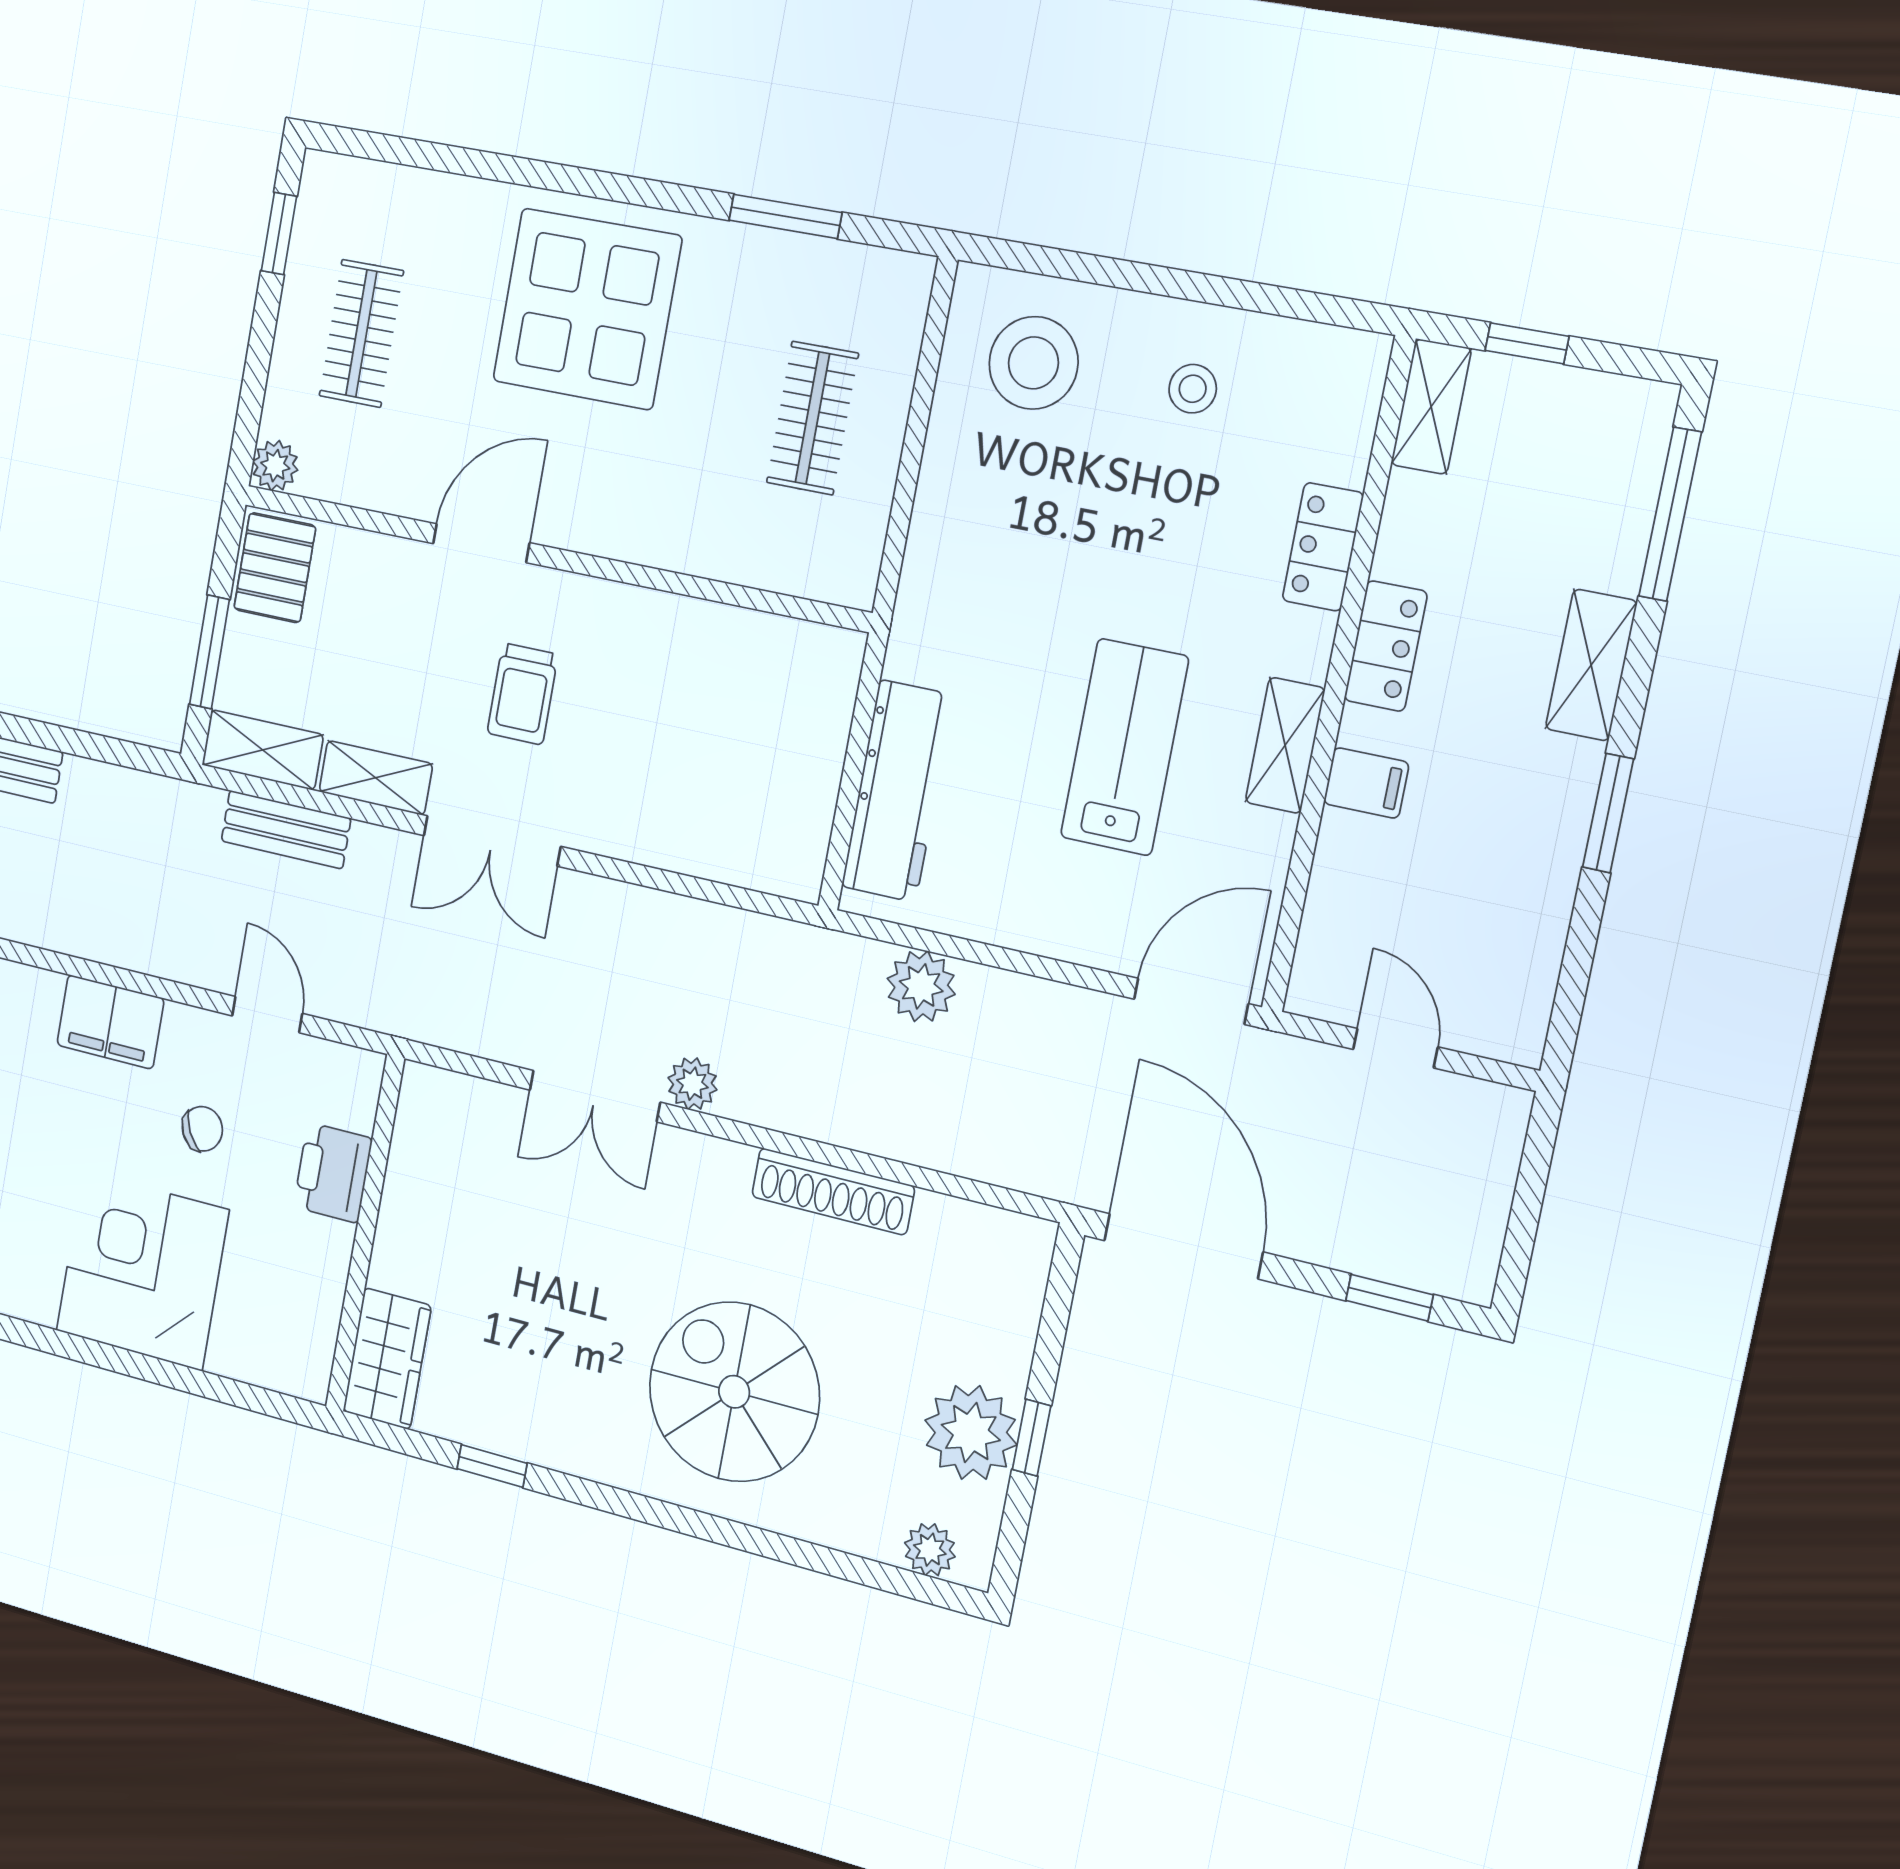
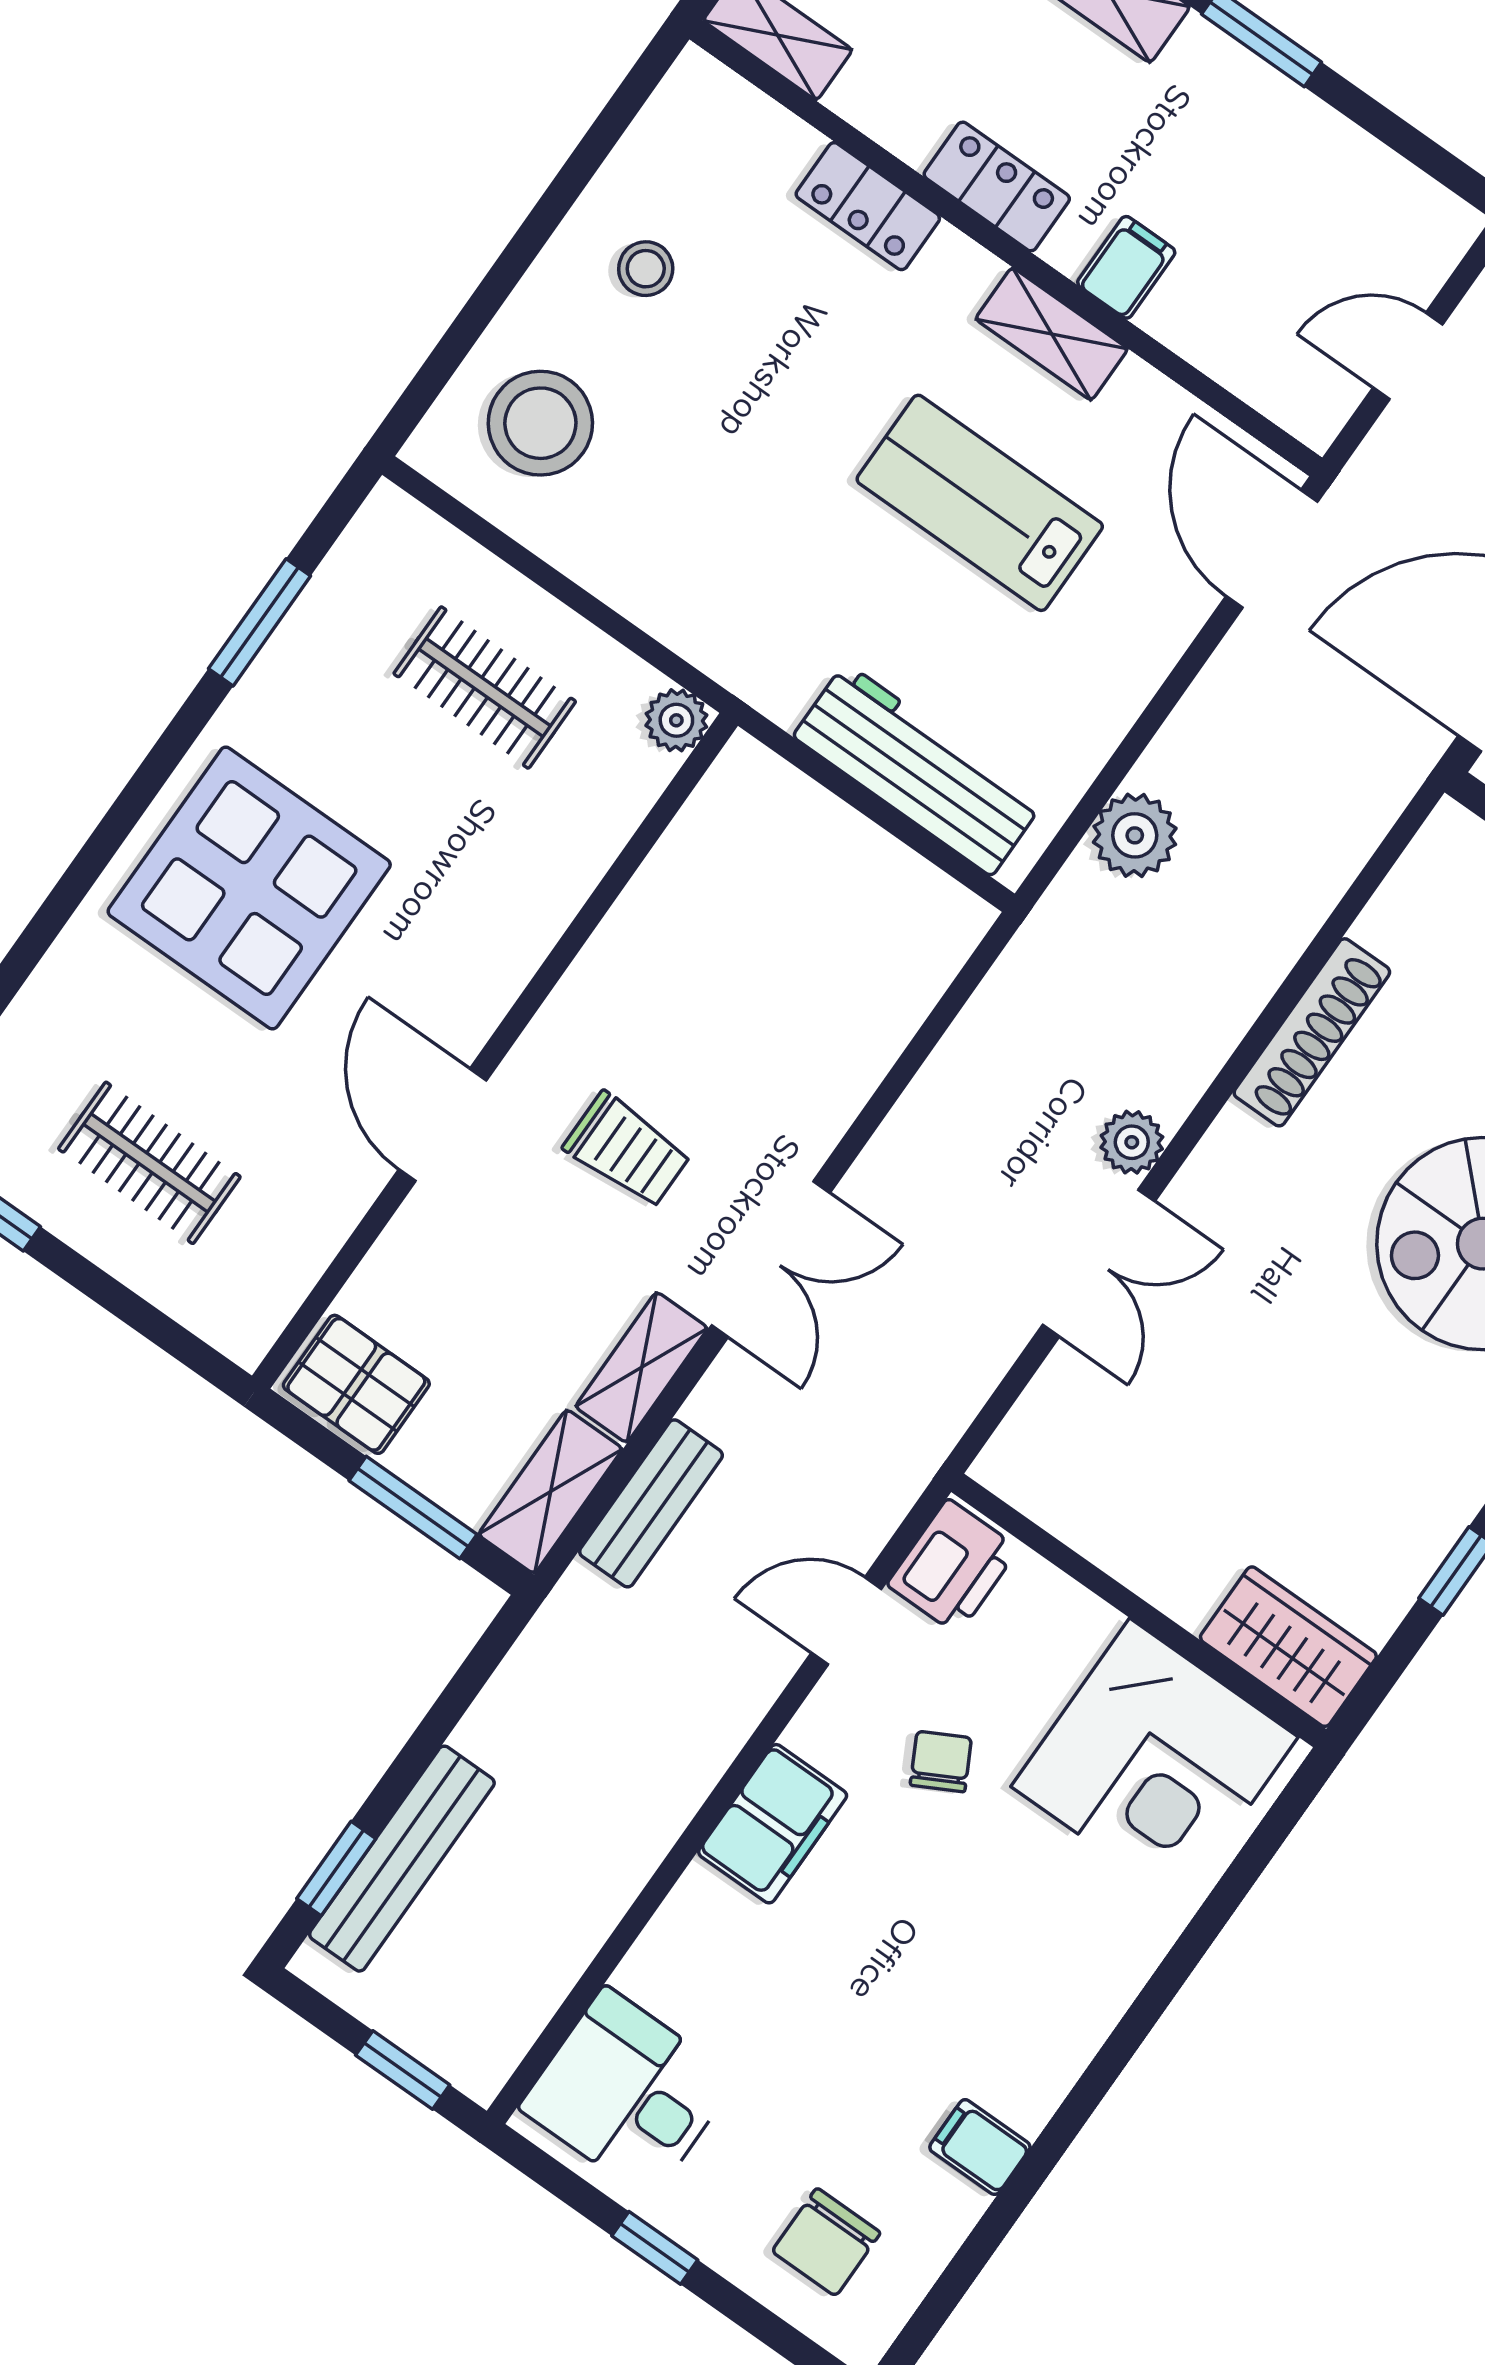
plant: (275, 466) -> (676, 720), moved
printer: (333, 1173) -> (953, 1567), moved, turned -90
corner desk: (142, 1271) -> (1154, 1762), moved, turned -90

